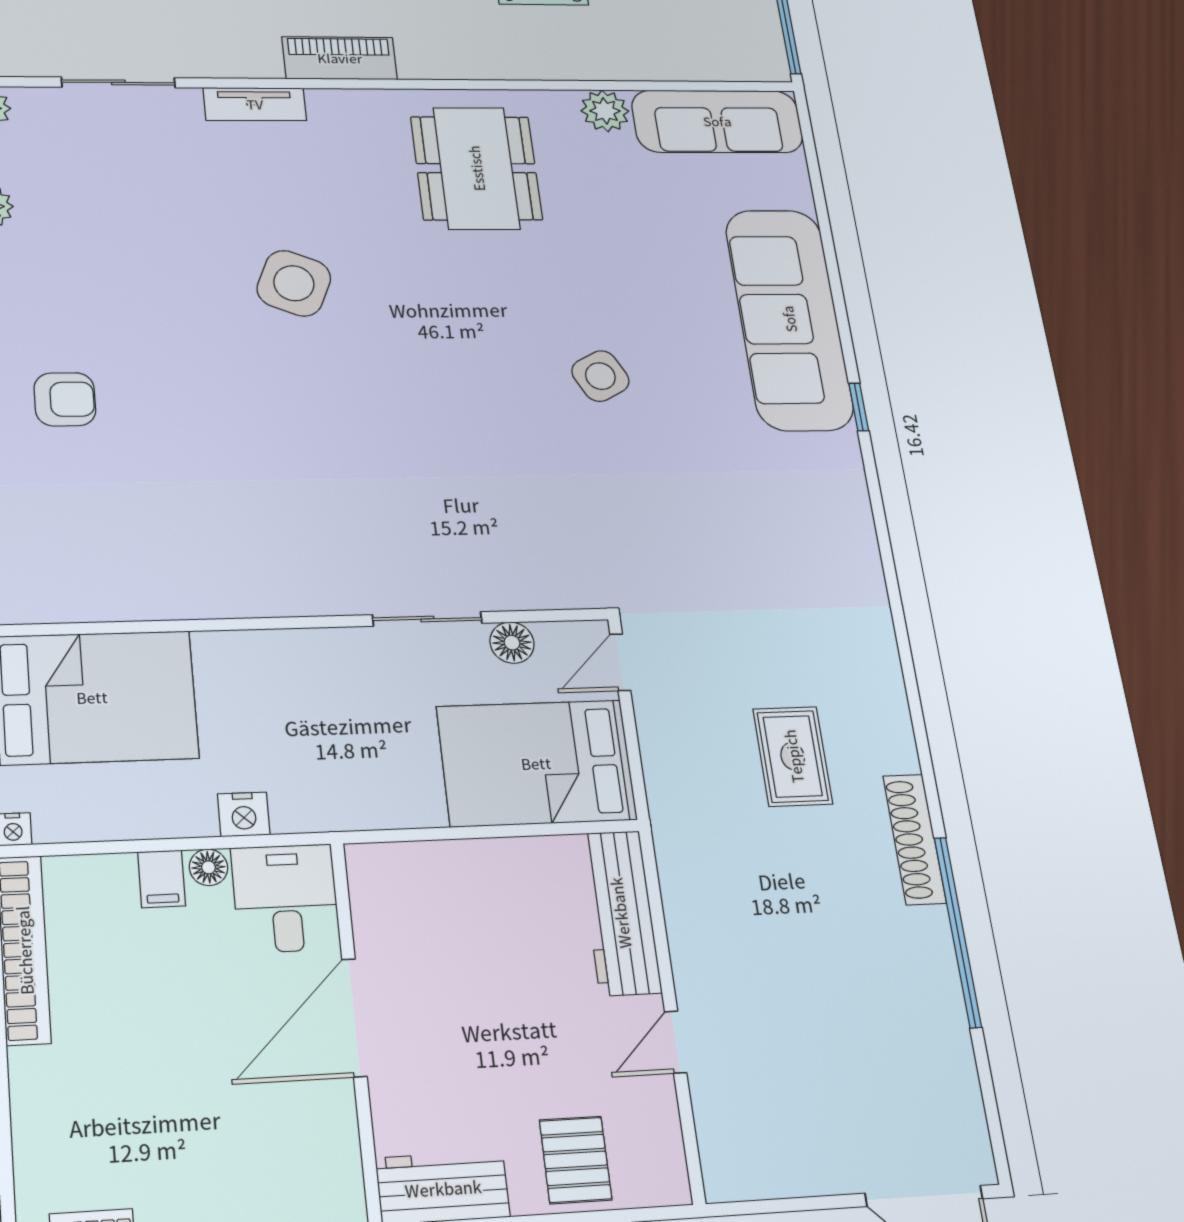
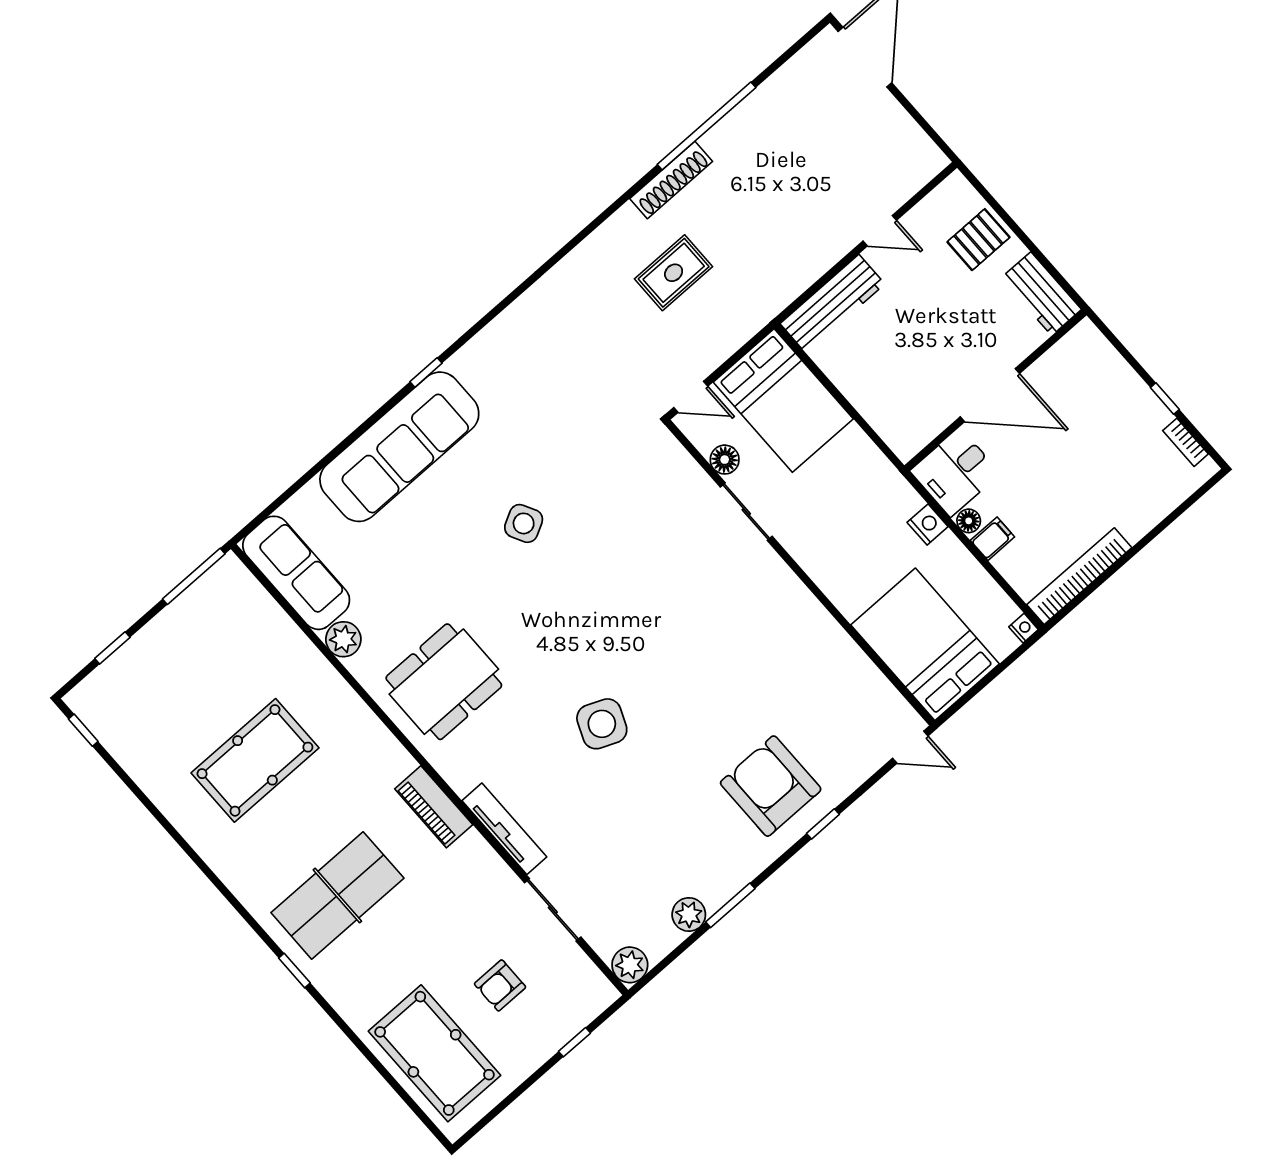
tv unit: (255, 104) -> (504, 829), width x1.41
armchair: (65, 399) -> (771, 786), width x1.88, depth x1.88

